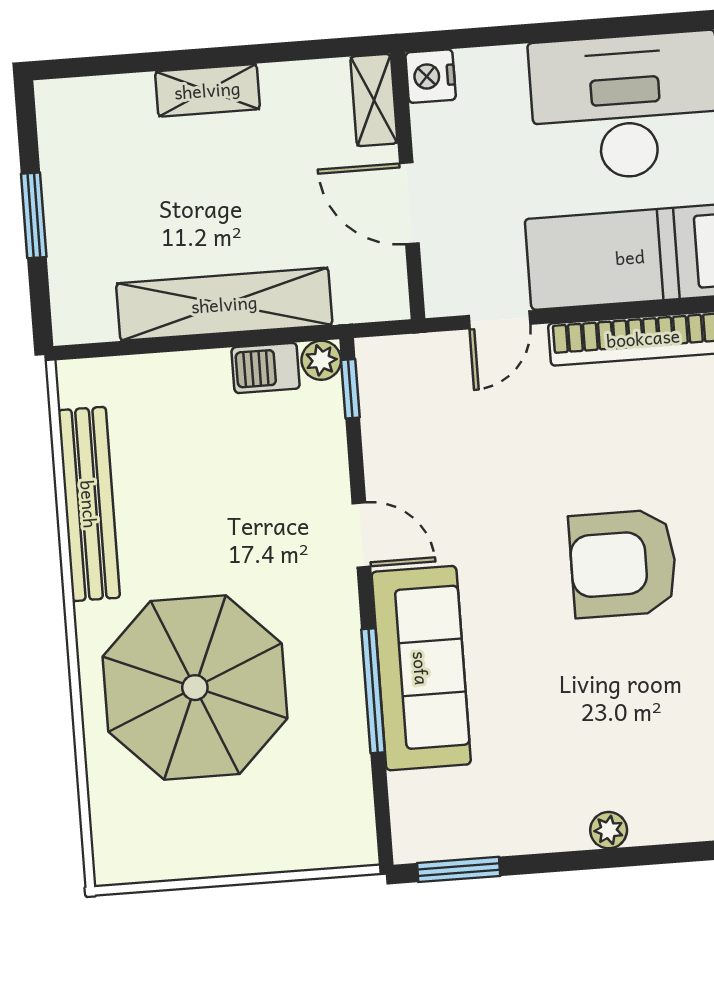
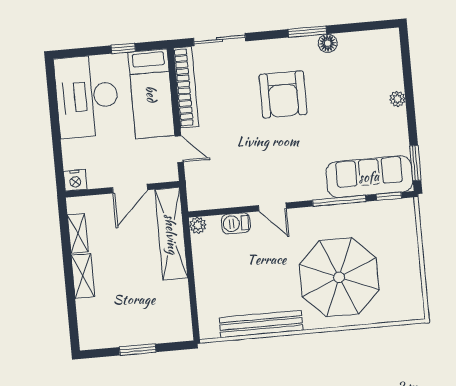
shelving: (374, 100) -> (78, 233), moved, turned 90
shelving: (224, 304) -> (171, 234), moved
barbecue: (266, 368) -> (236, 223), moved, turned 90
window: (350, 389) -> (389, 196), moved
door: (361, 535) -> (272, 207), swing flipped
sofa: (421, 668) -> (369, 177), moved

